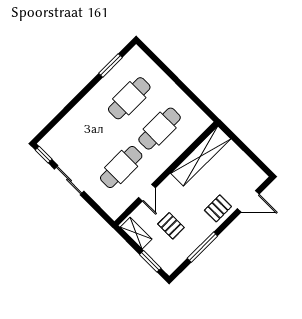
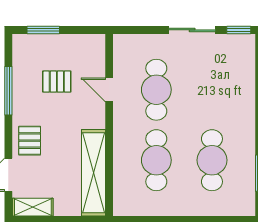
shelving: (136, 233) -> (33, 207), moved

